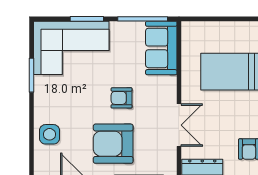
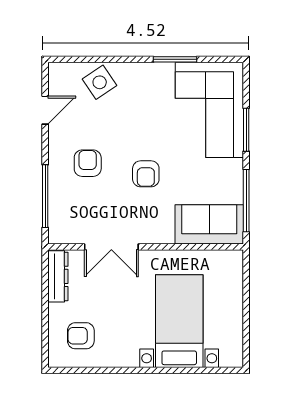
armchair: (122, 98) -> (146, 174), turned 180
side table: (49, 134) -> (100, 82), turned -34
armchair: (113, 144) -> (88, 163), width x0.53, depth x0.53

